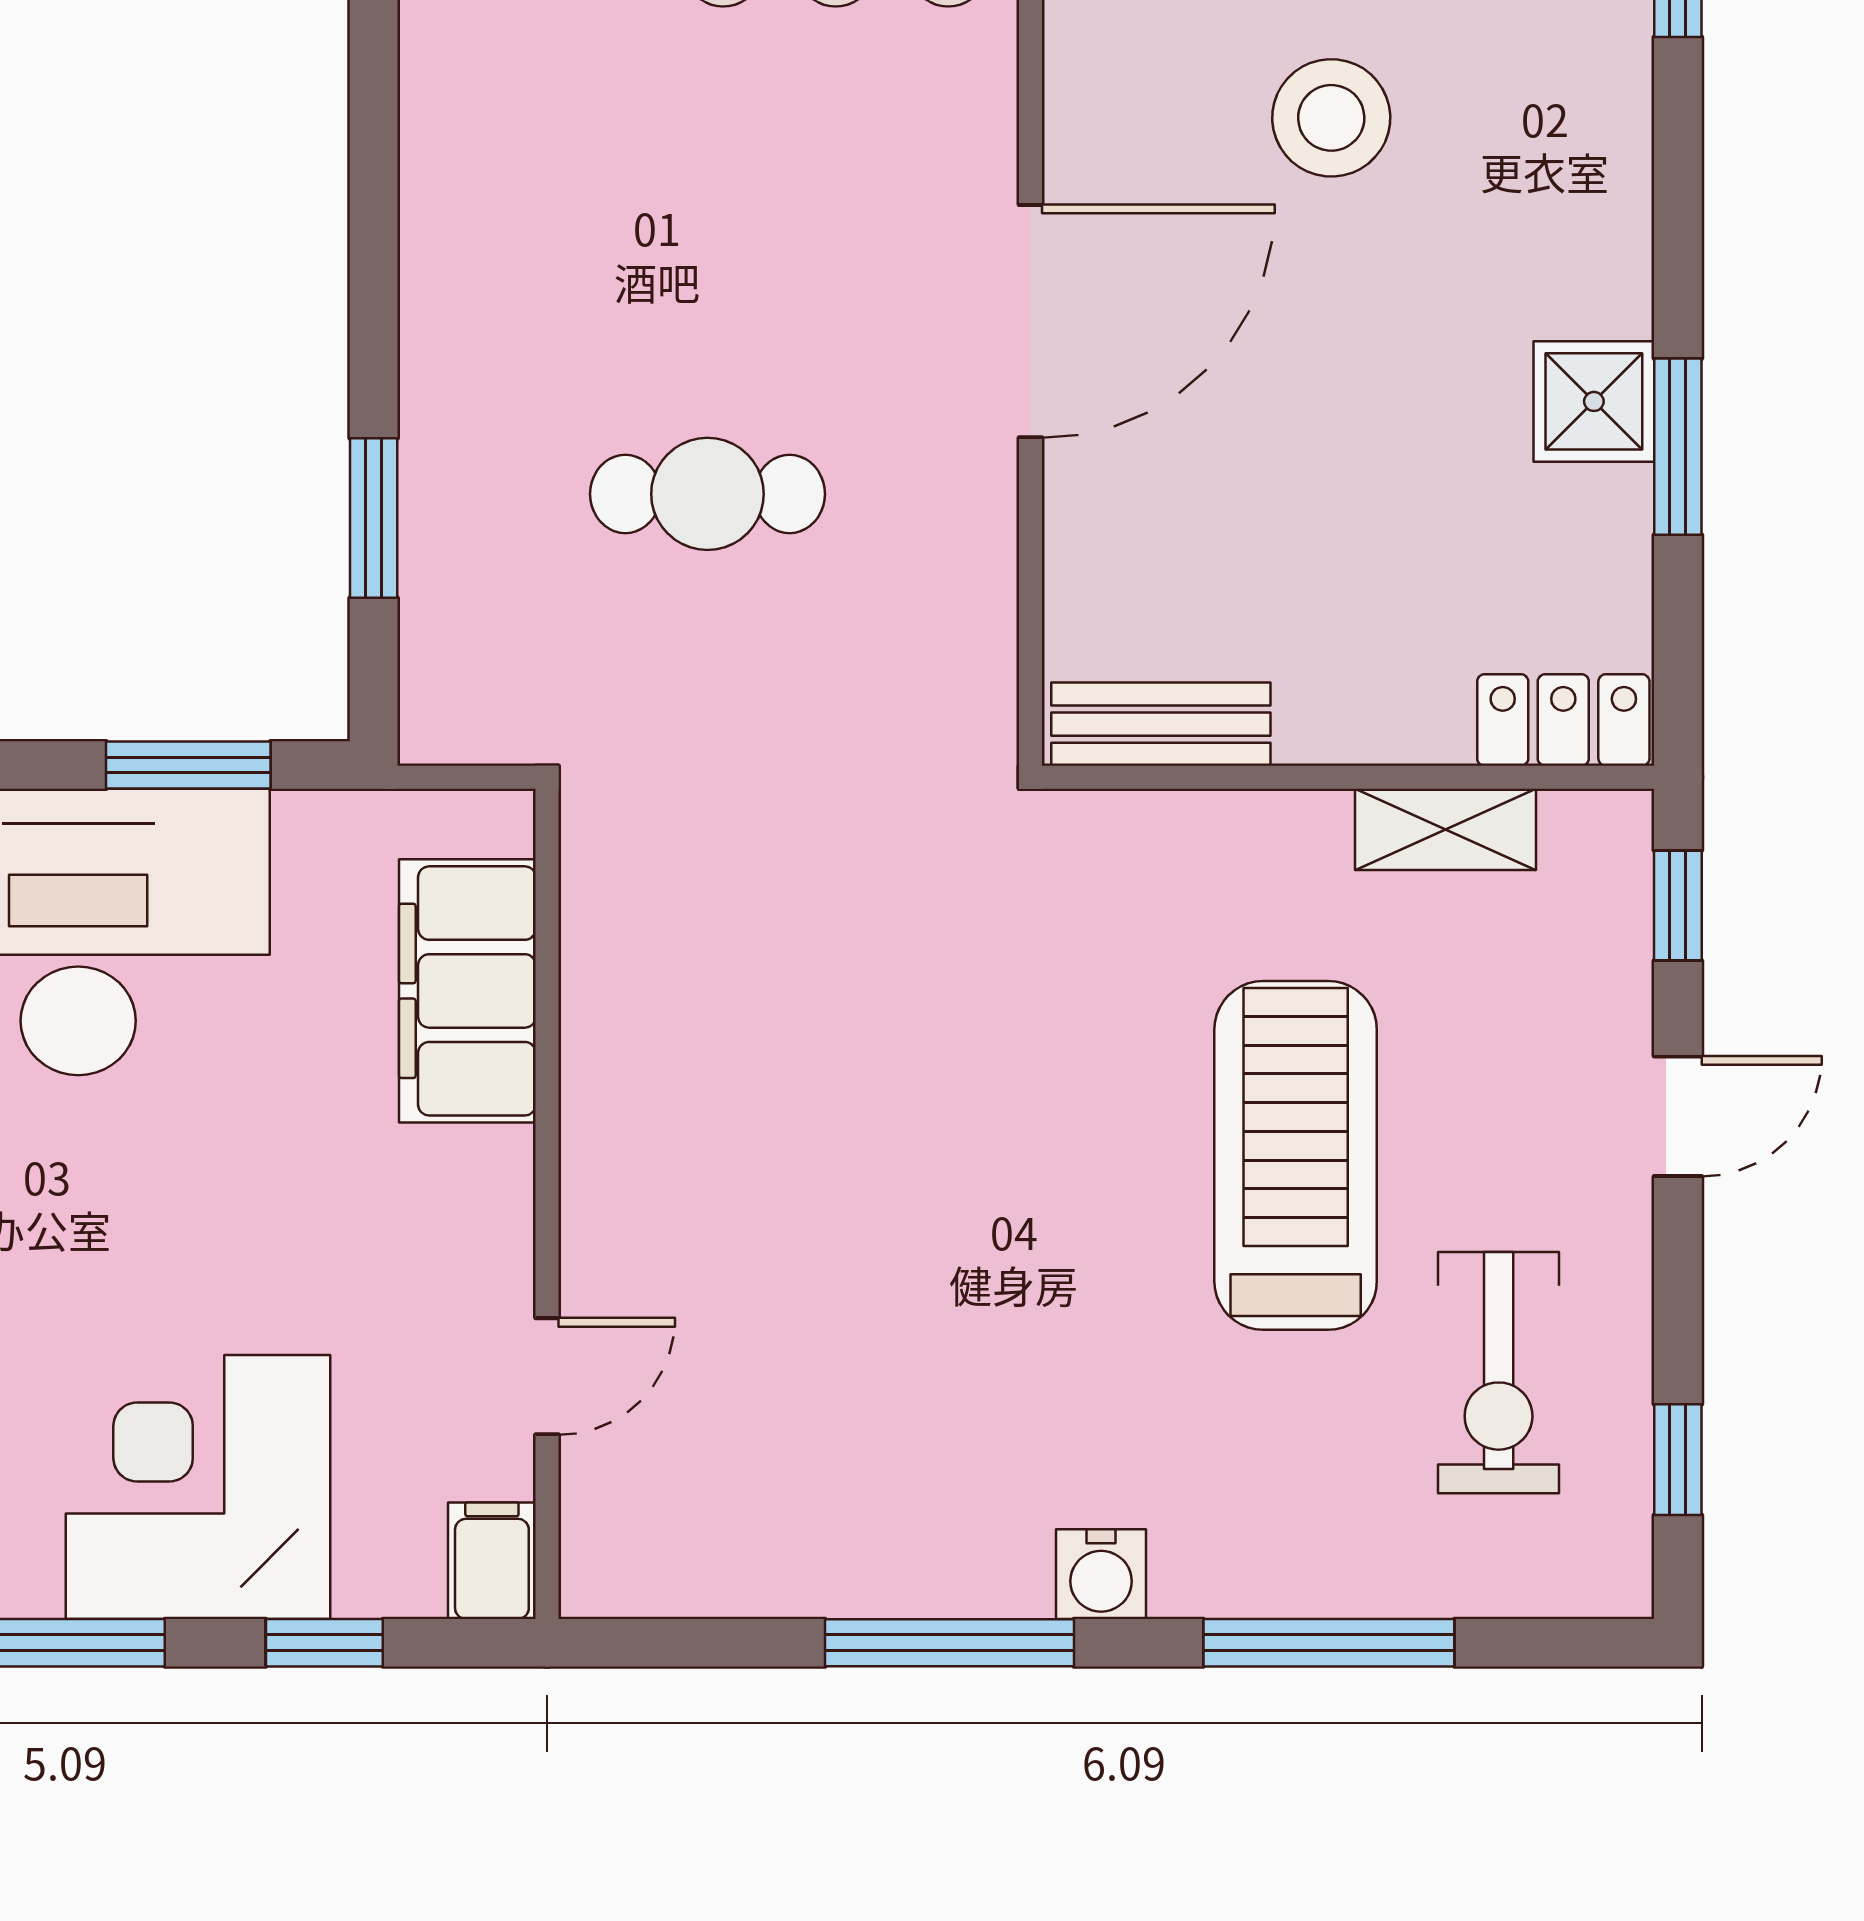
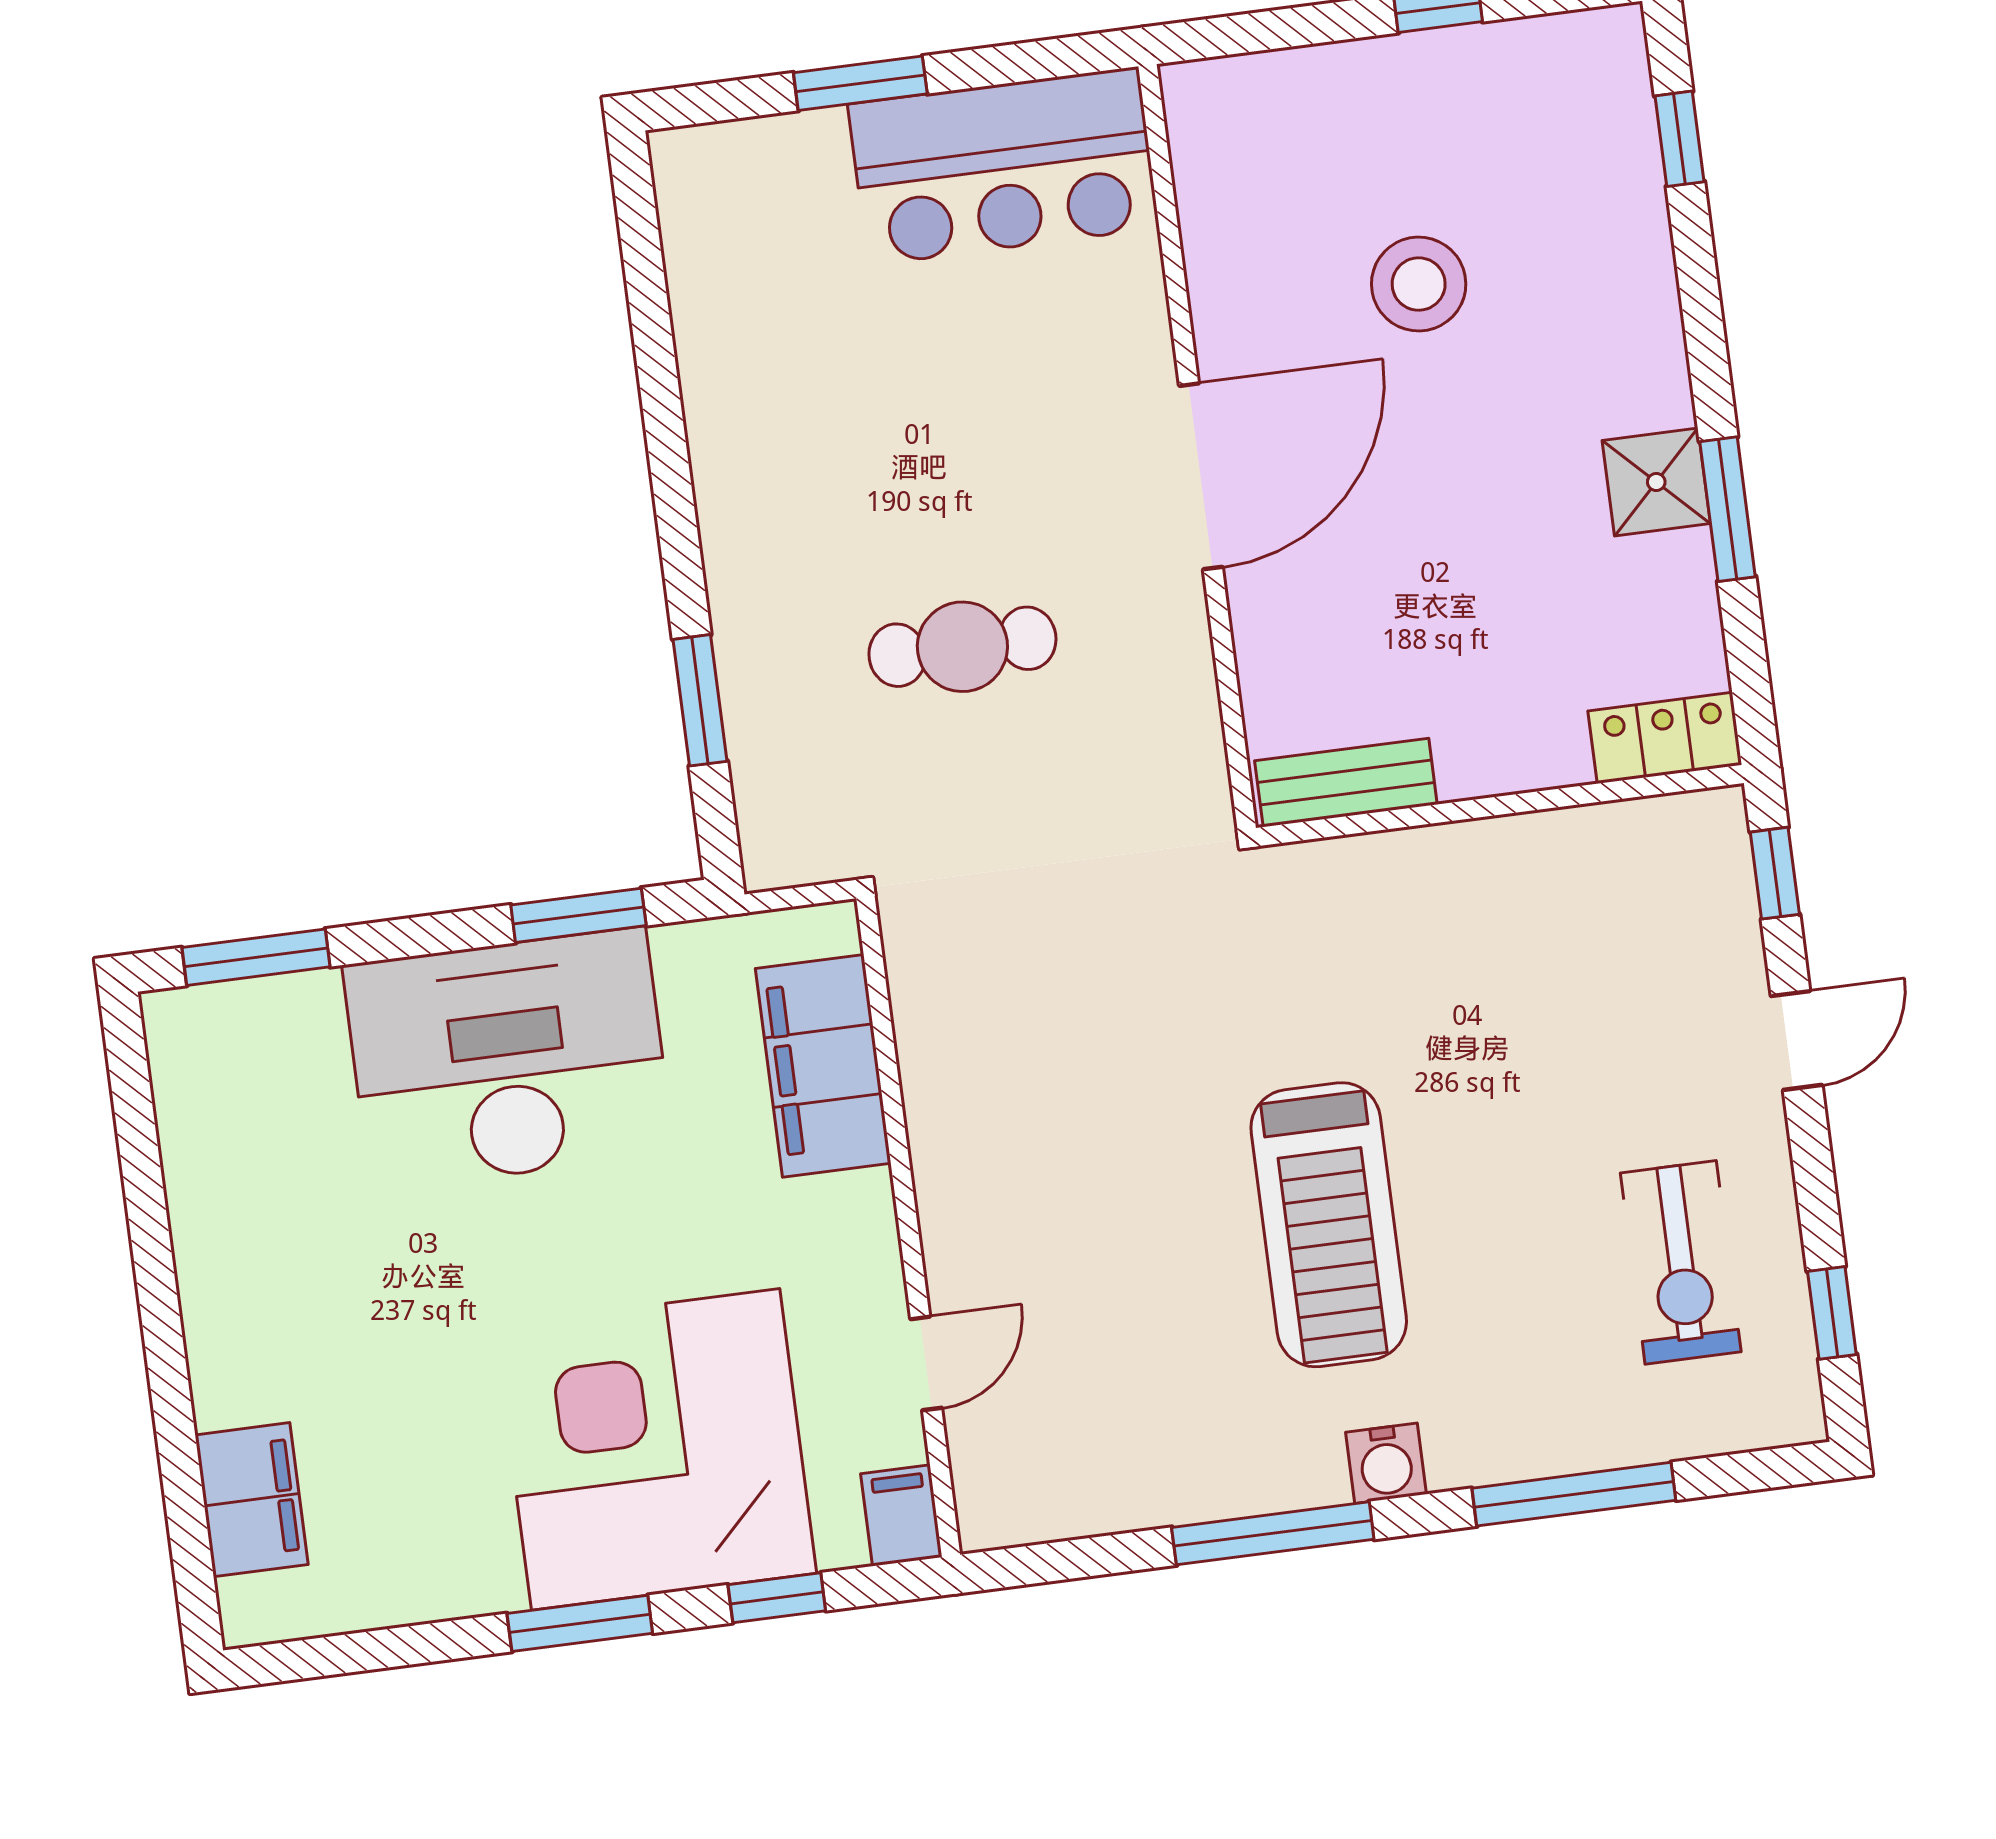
shelving: (1446, 829) -> (1583, 837), removed
treadmill: (1296, 1155) -> (1329, 1225), moved, turned 180
corner desk: (198, 1487) -> (656, 1449), width x1.36, depth x1.36

